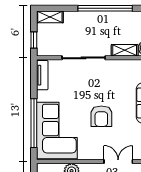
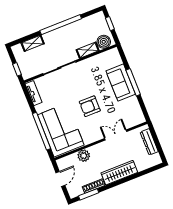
shelving: (50, 17) -> (33, 43), moved
armchair: (101, 116) -> (90, 106), turned 90

